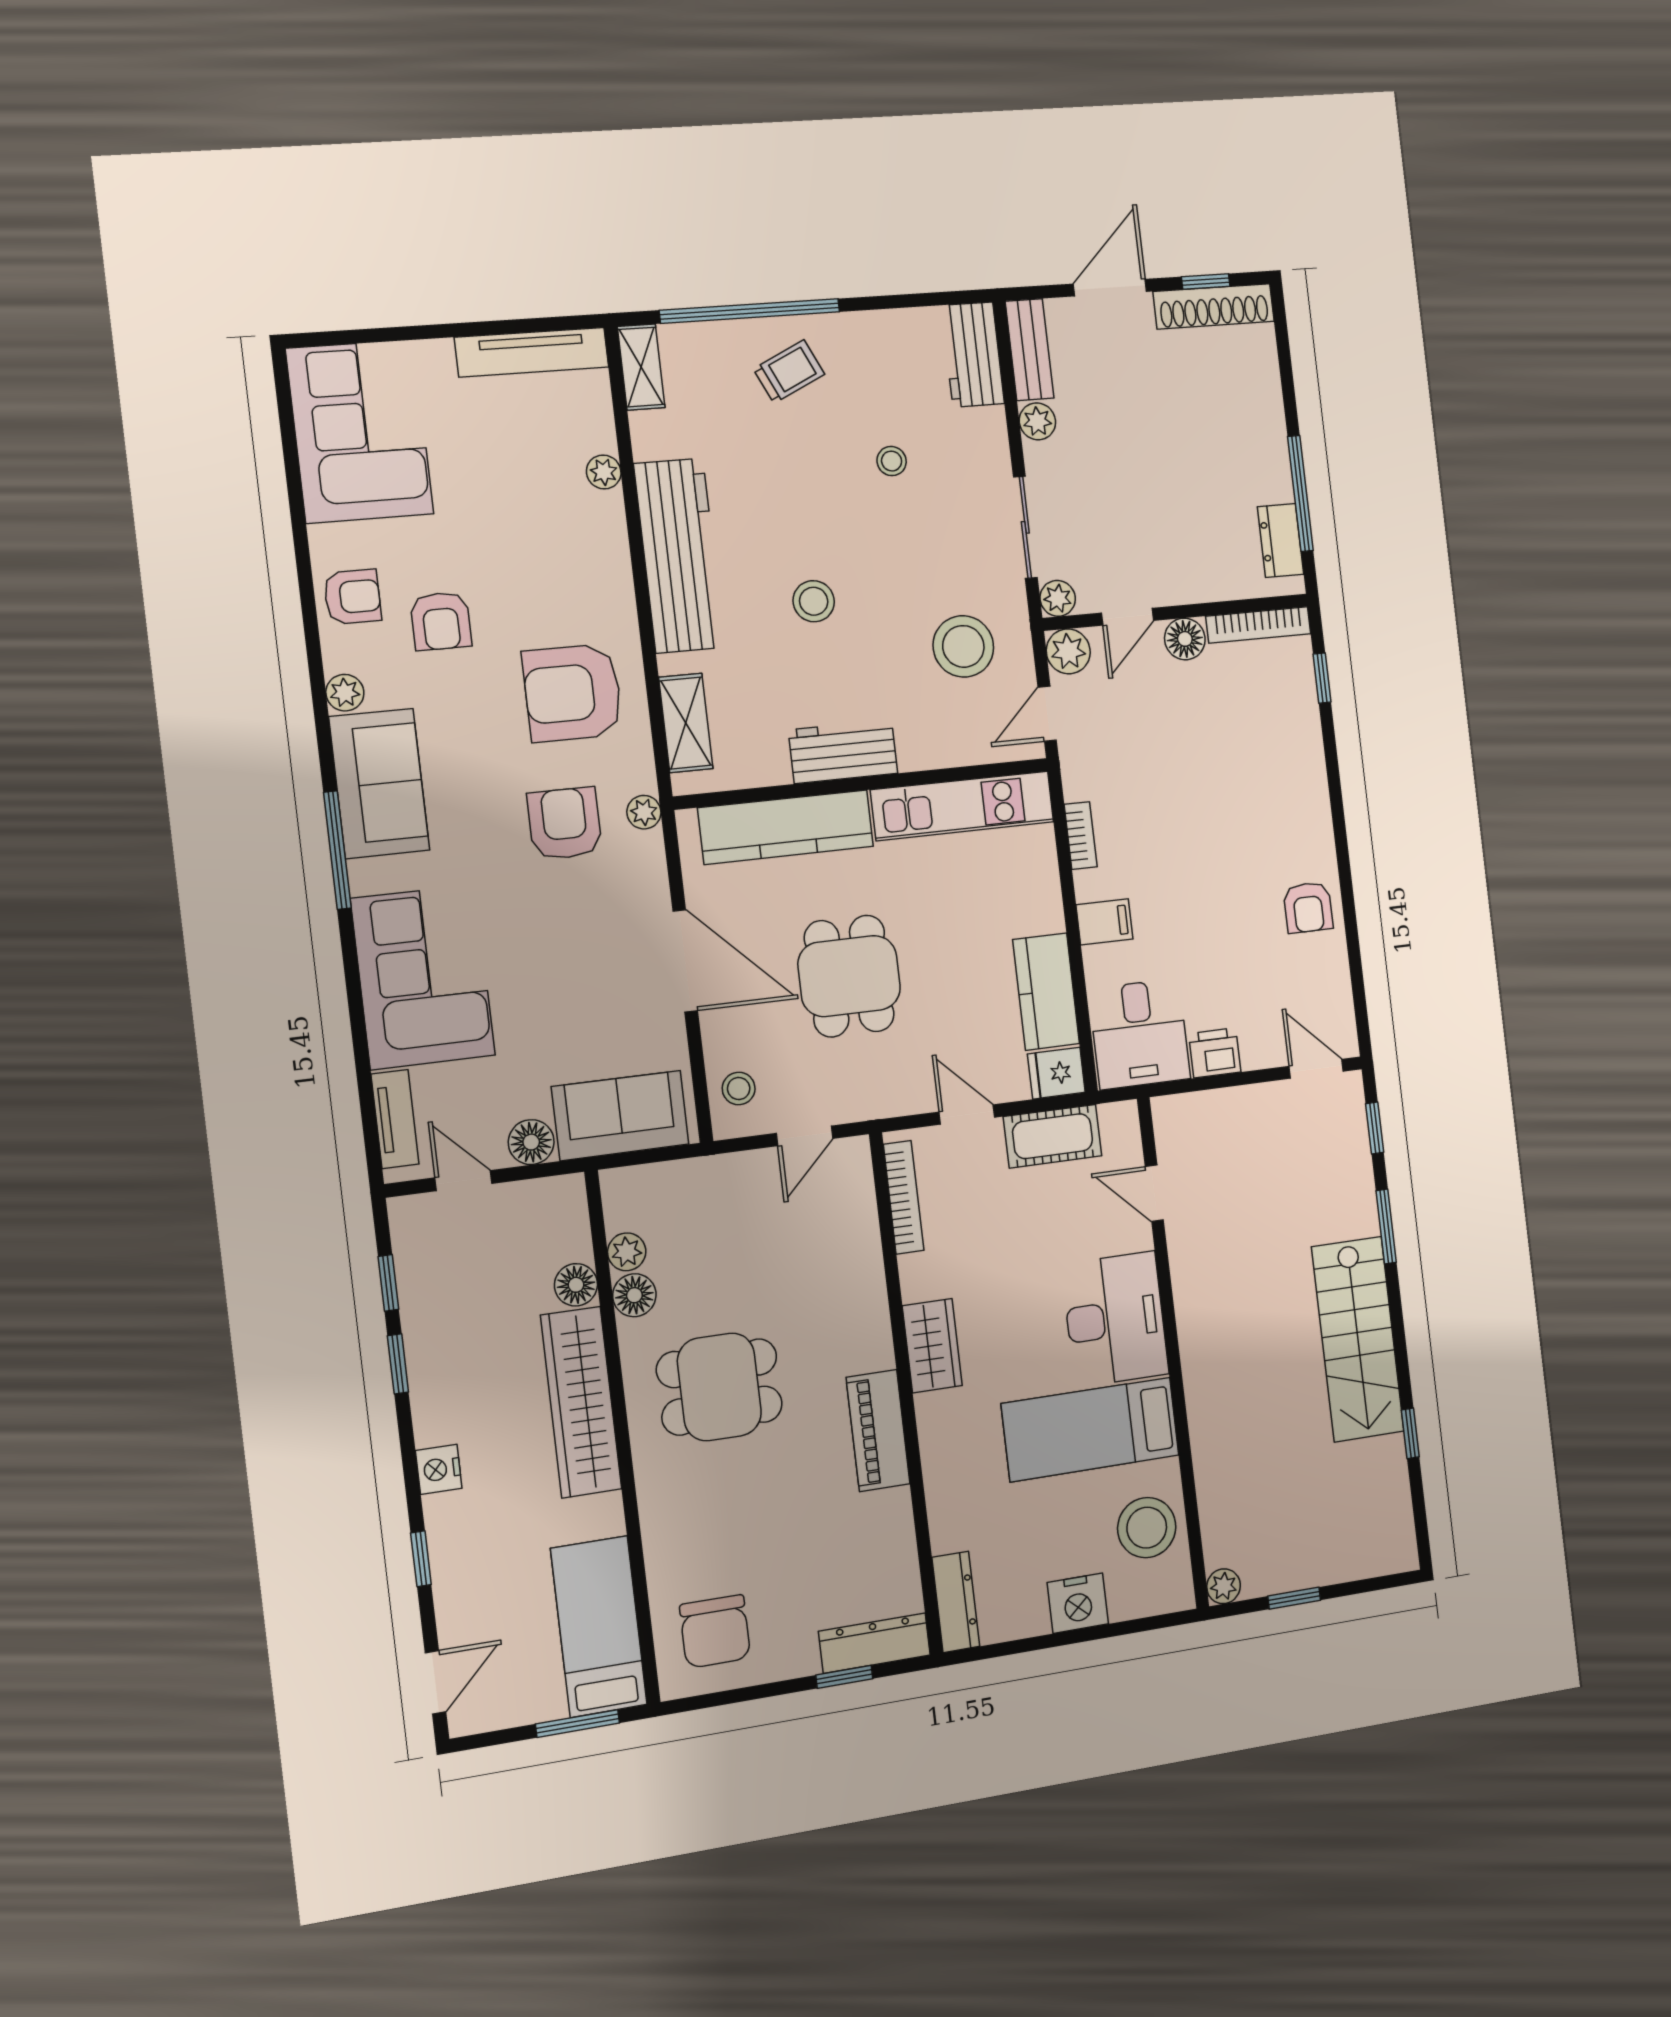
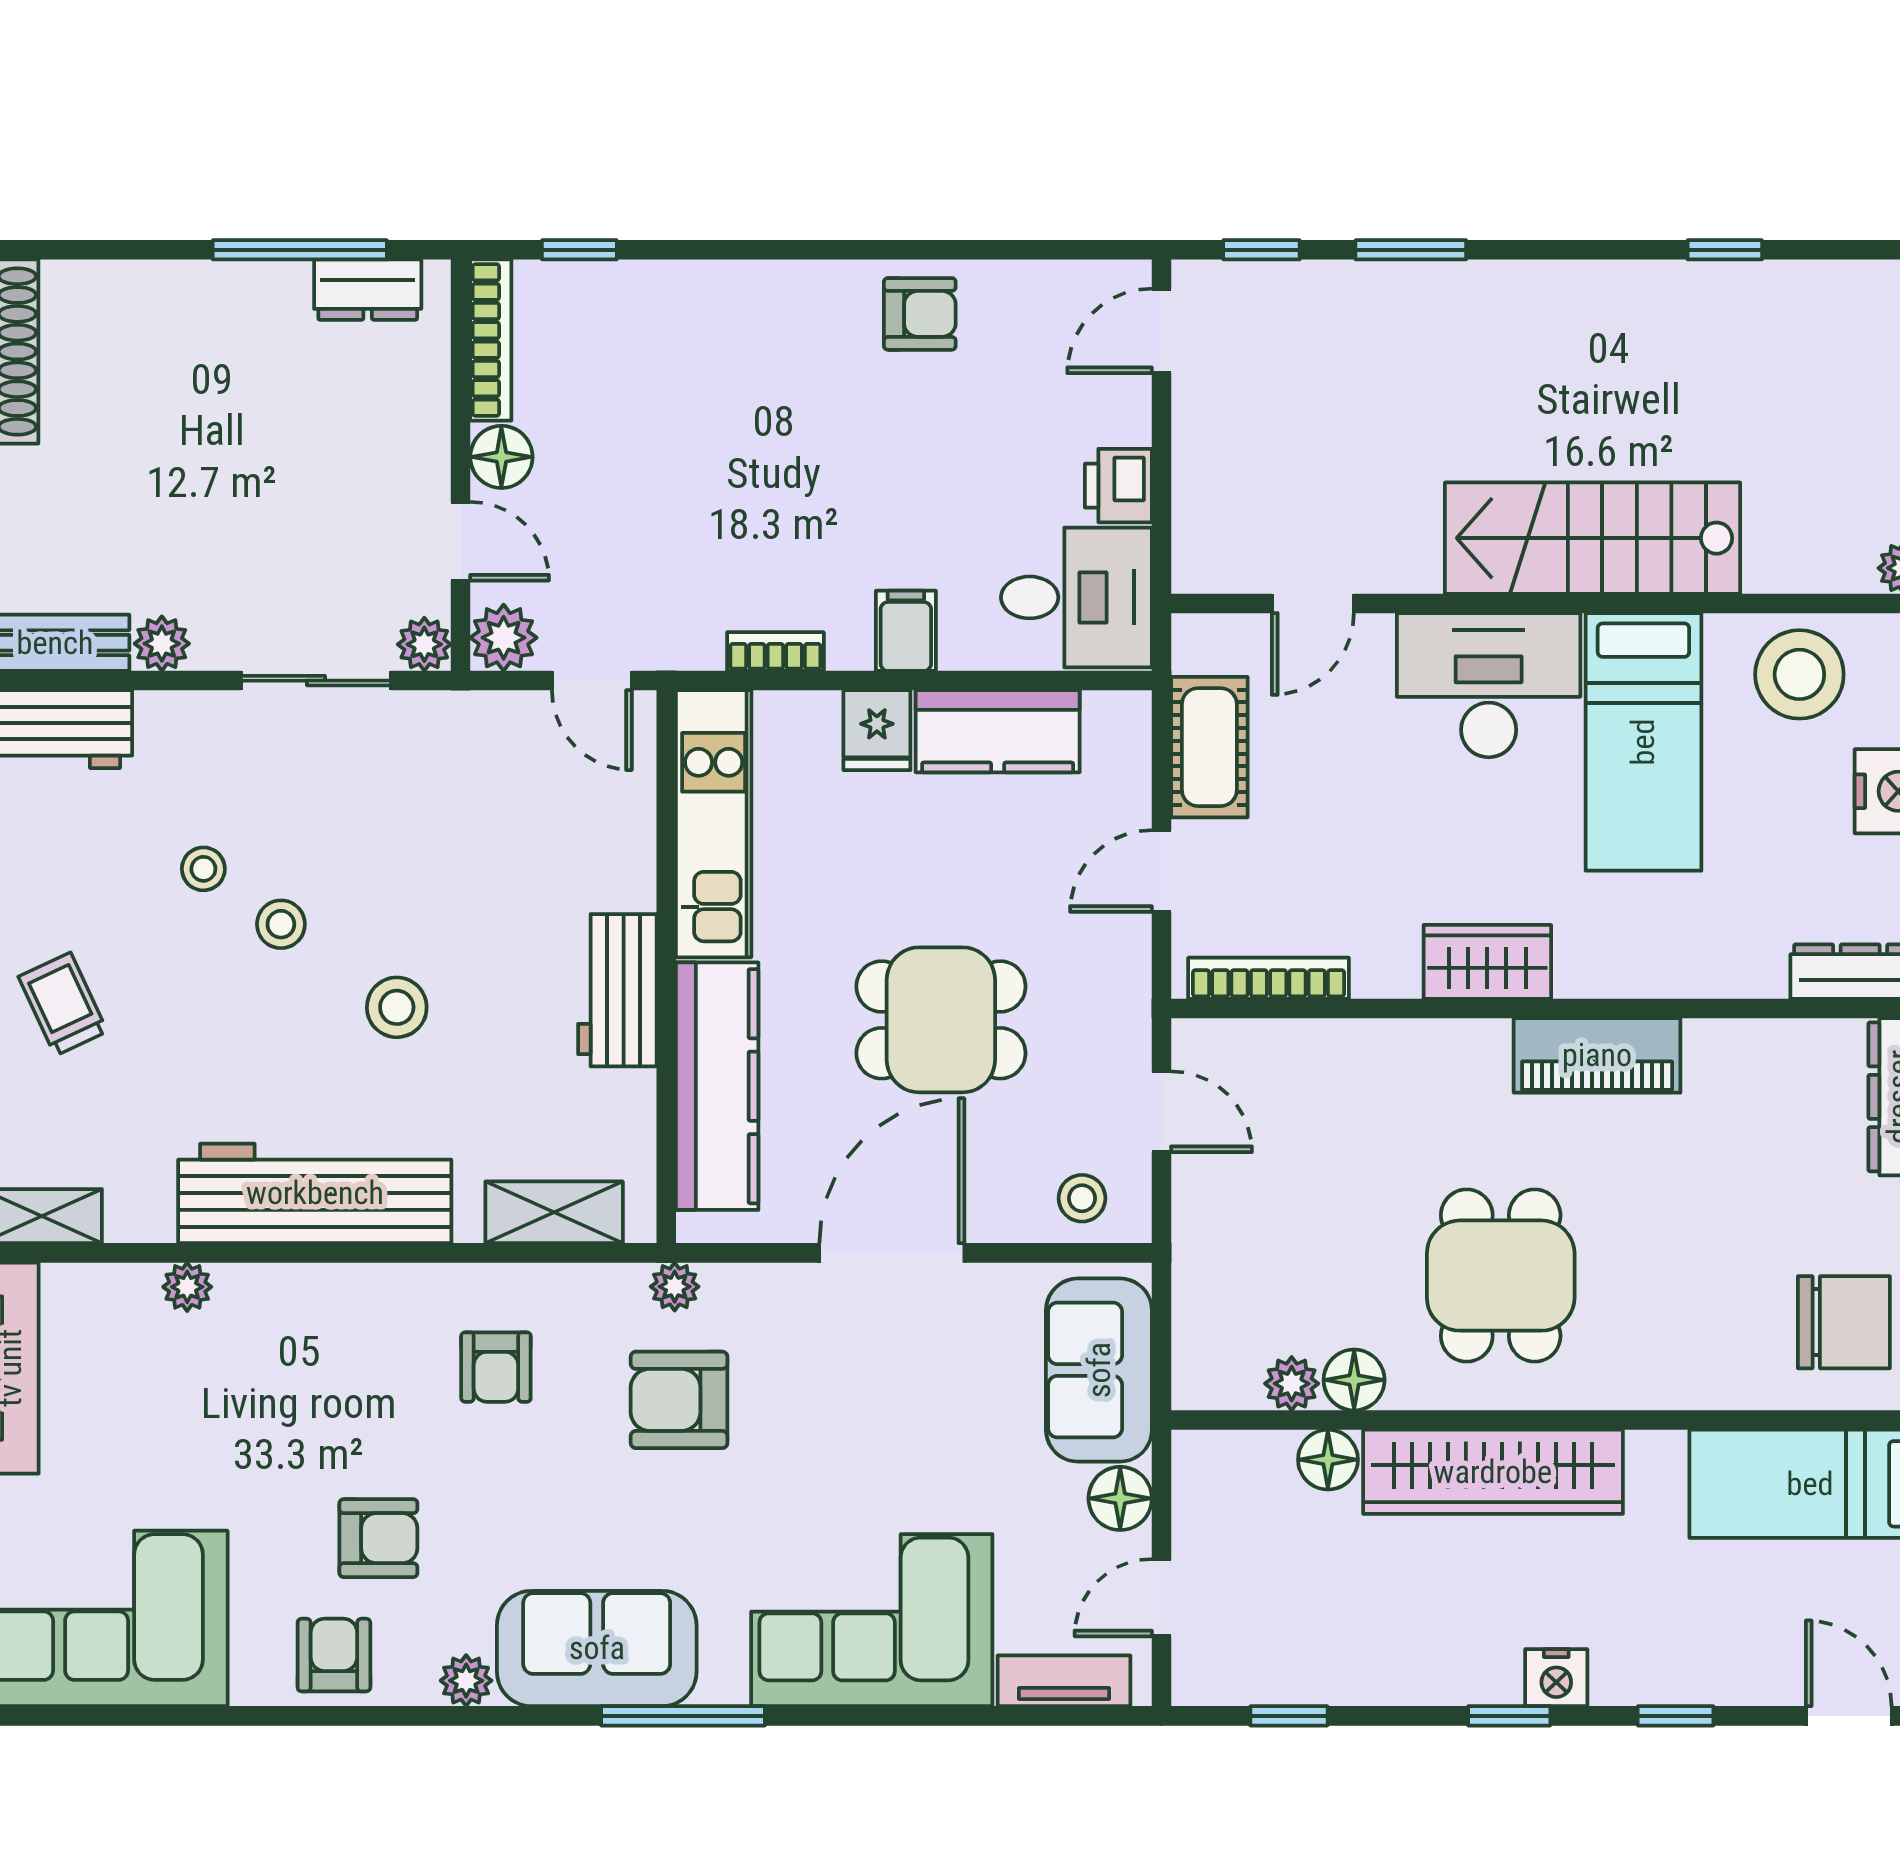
stool: (963, 646) -> (281, 924), moved, width x0.53, depth x0.53
armchair: (573, 693) -> (496, 1367), width x0.53, depth x0.53
fridge: (1056, 1073) -> (877, 730), moved
stairs: (1358, 1339) -> (1593, 538), moved, turned 180
window: (398, 1364) -> (1509, 1716), moved

